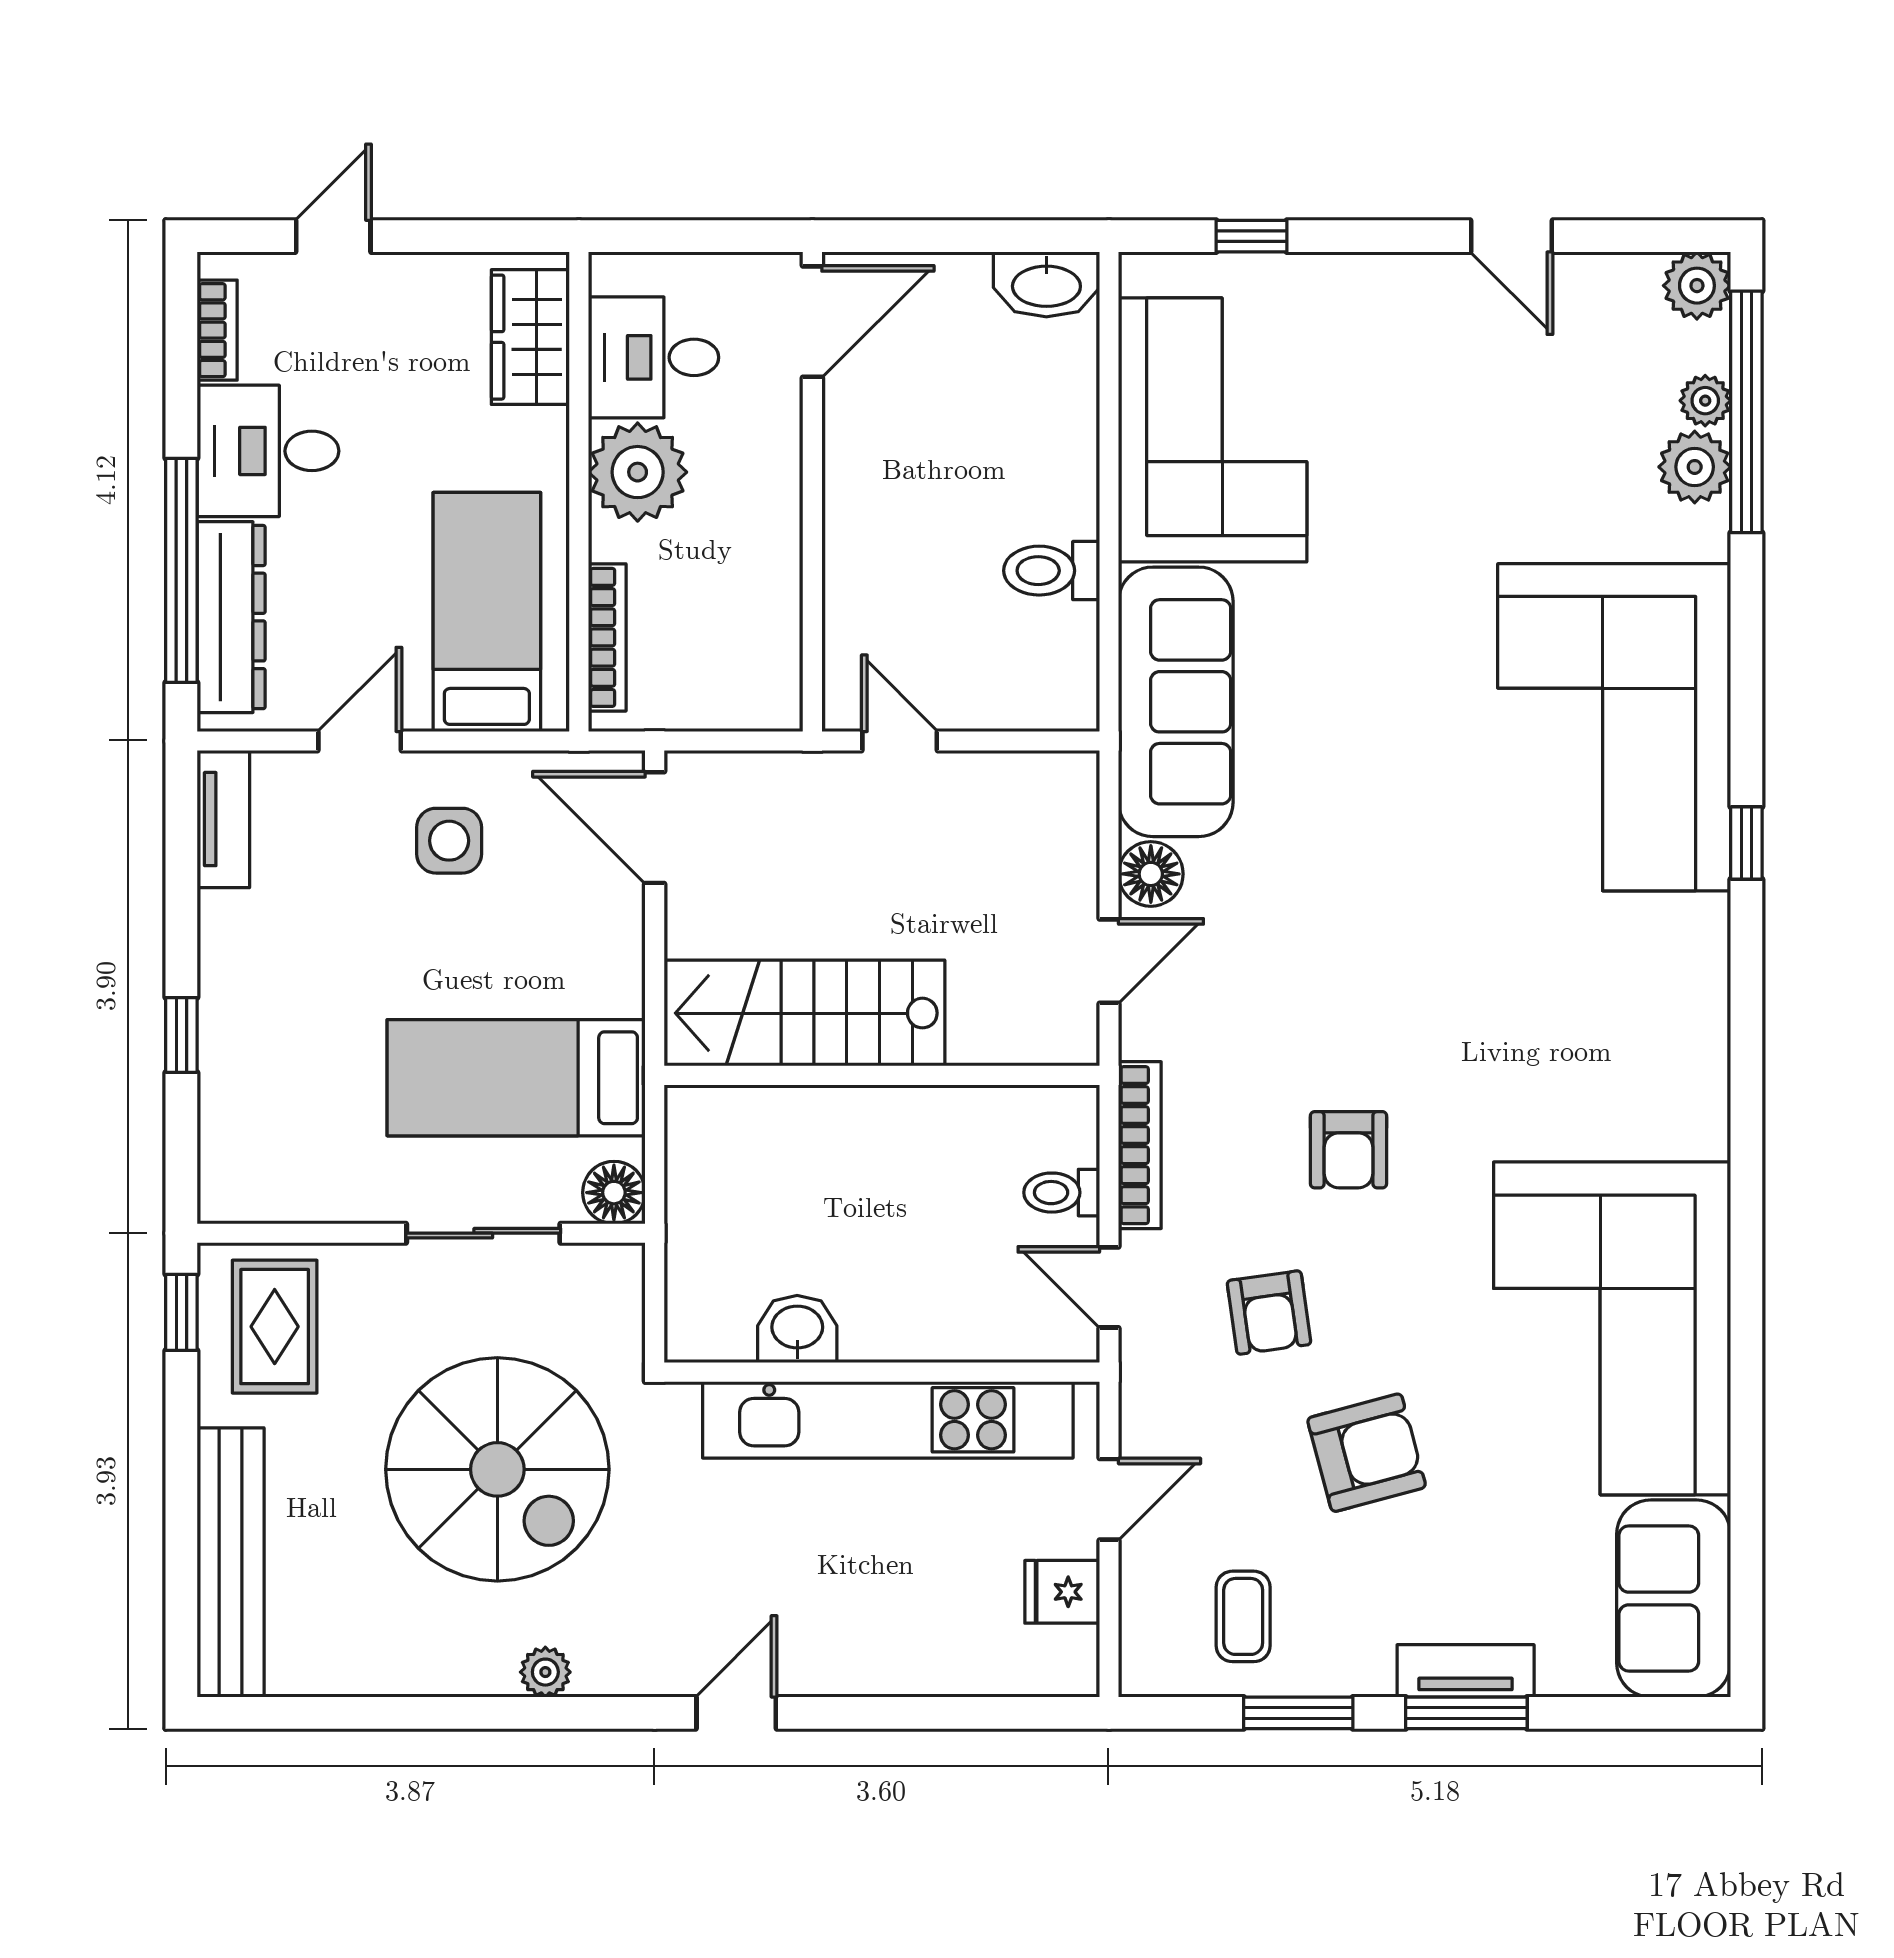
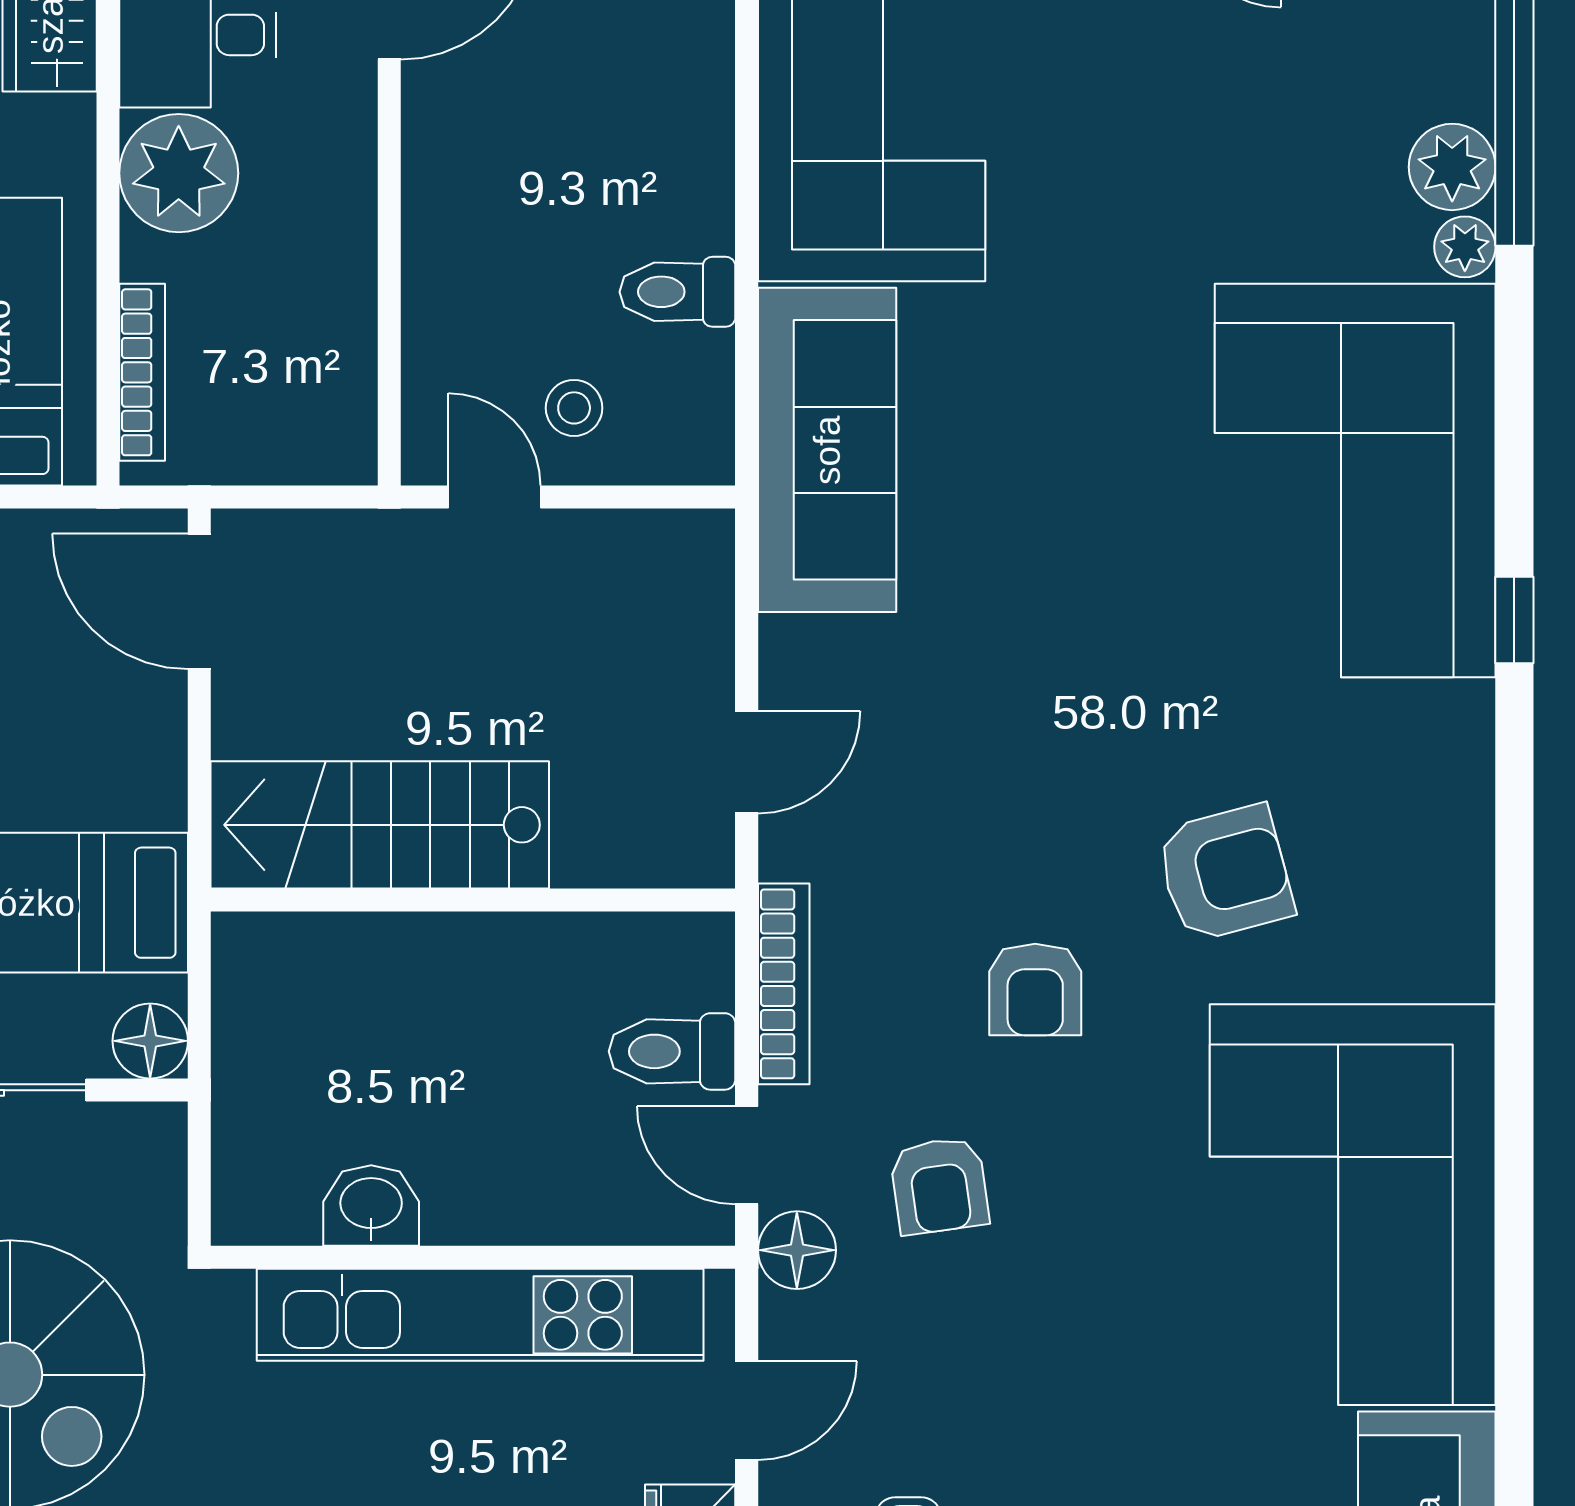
plant: (1705, 401) -> (1465, 247), moved
stool: (966, 667) -> (574, 408), added
floor lamp: (1151, 874) -> (797, 1250), moved
toilet: (1062, 1193) -> (672, 1051), width x1.37, depth x1.39
armchair: (1367, 1453) -> (1225, 873), moved

